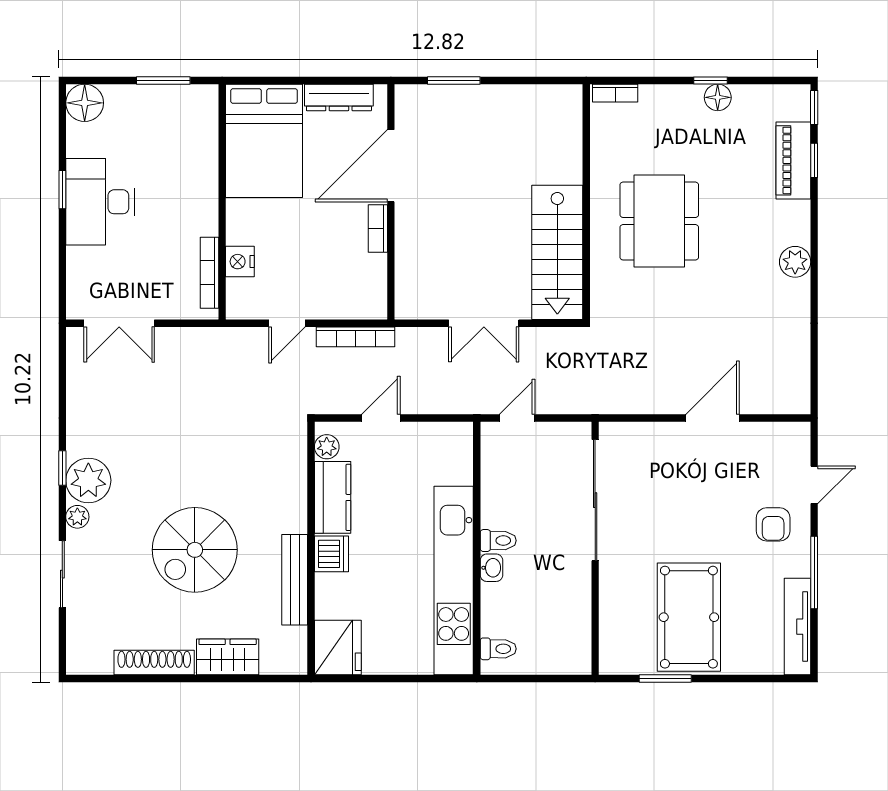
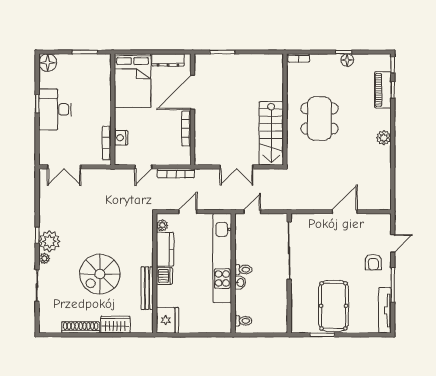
bookcase: (378, 228) -> (186, 128), width x1.56
kitchen unit: (454, 581) -> (222, 258), moved

